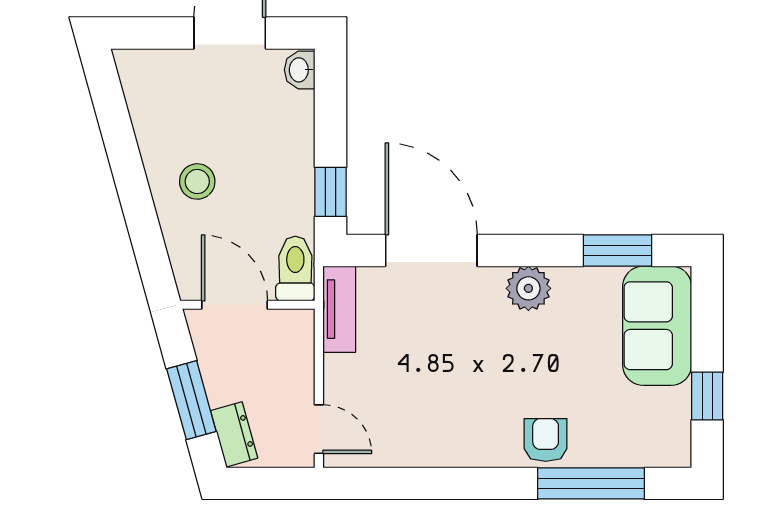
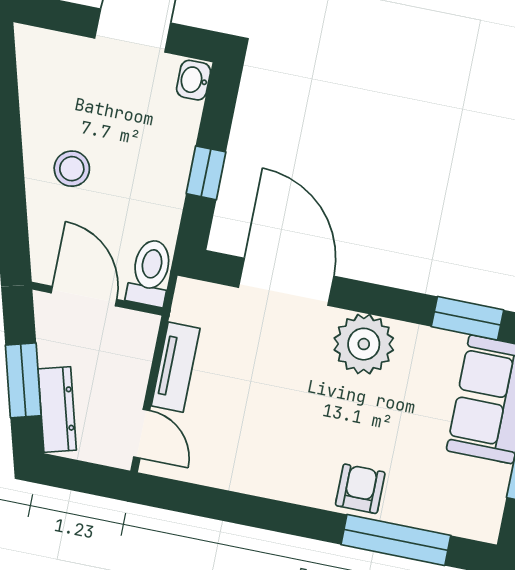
window: (331, 192) -> (206, 173), moved
plant: (528, 288) -> (364, 344), width x1.36, depth x1.36
tv unit: (339, 309) -> (176, 367), moved
dresser: (234, 434) -> (57, 409), width x1.44

